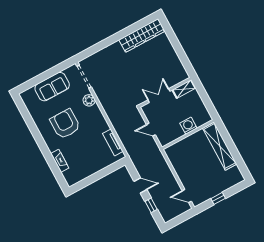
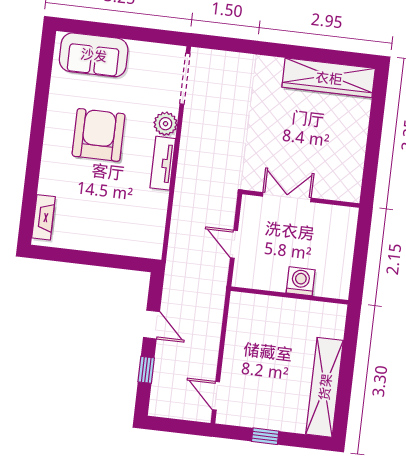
sofa: (52, 87) -> (94, 55), moved
shelving: (184, 89) -> (336, 215), removed
tv unit: (113, 142) -> (163, 163), moved
shelving: (220, 146) -> (325, 387), moved
fireplace: (60, 161) -> (44, 217), moved

